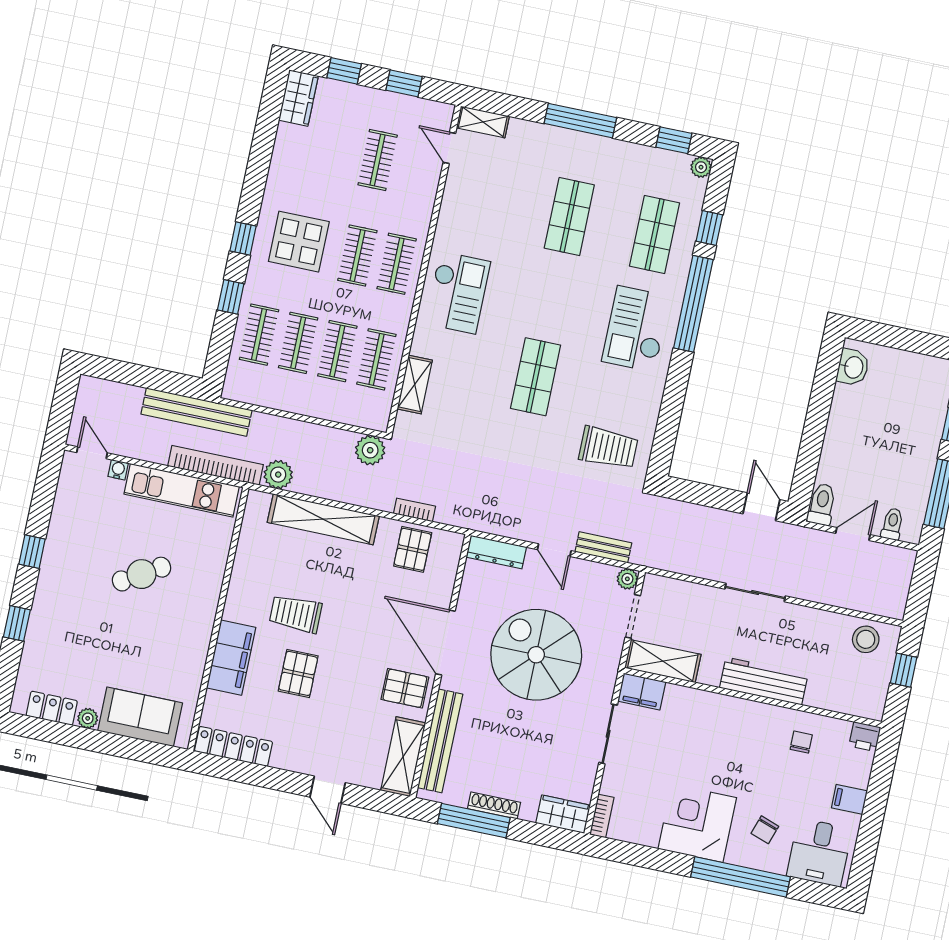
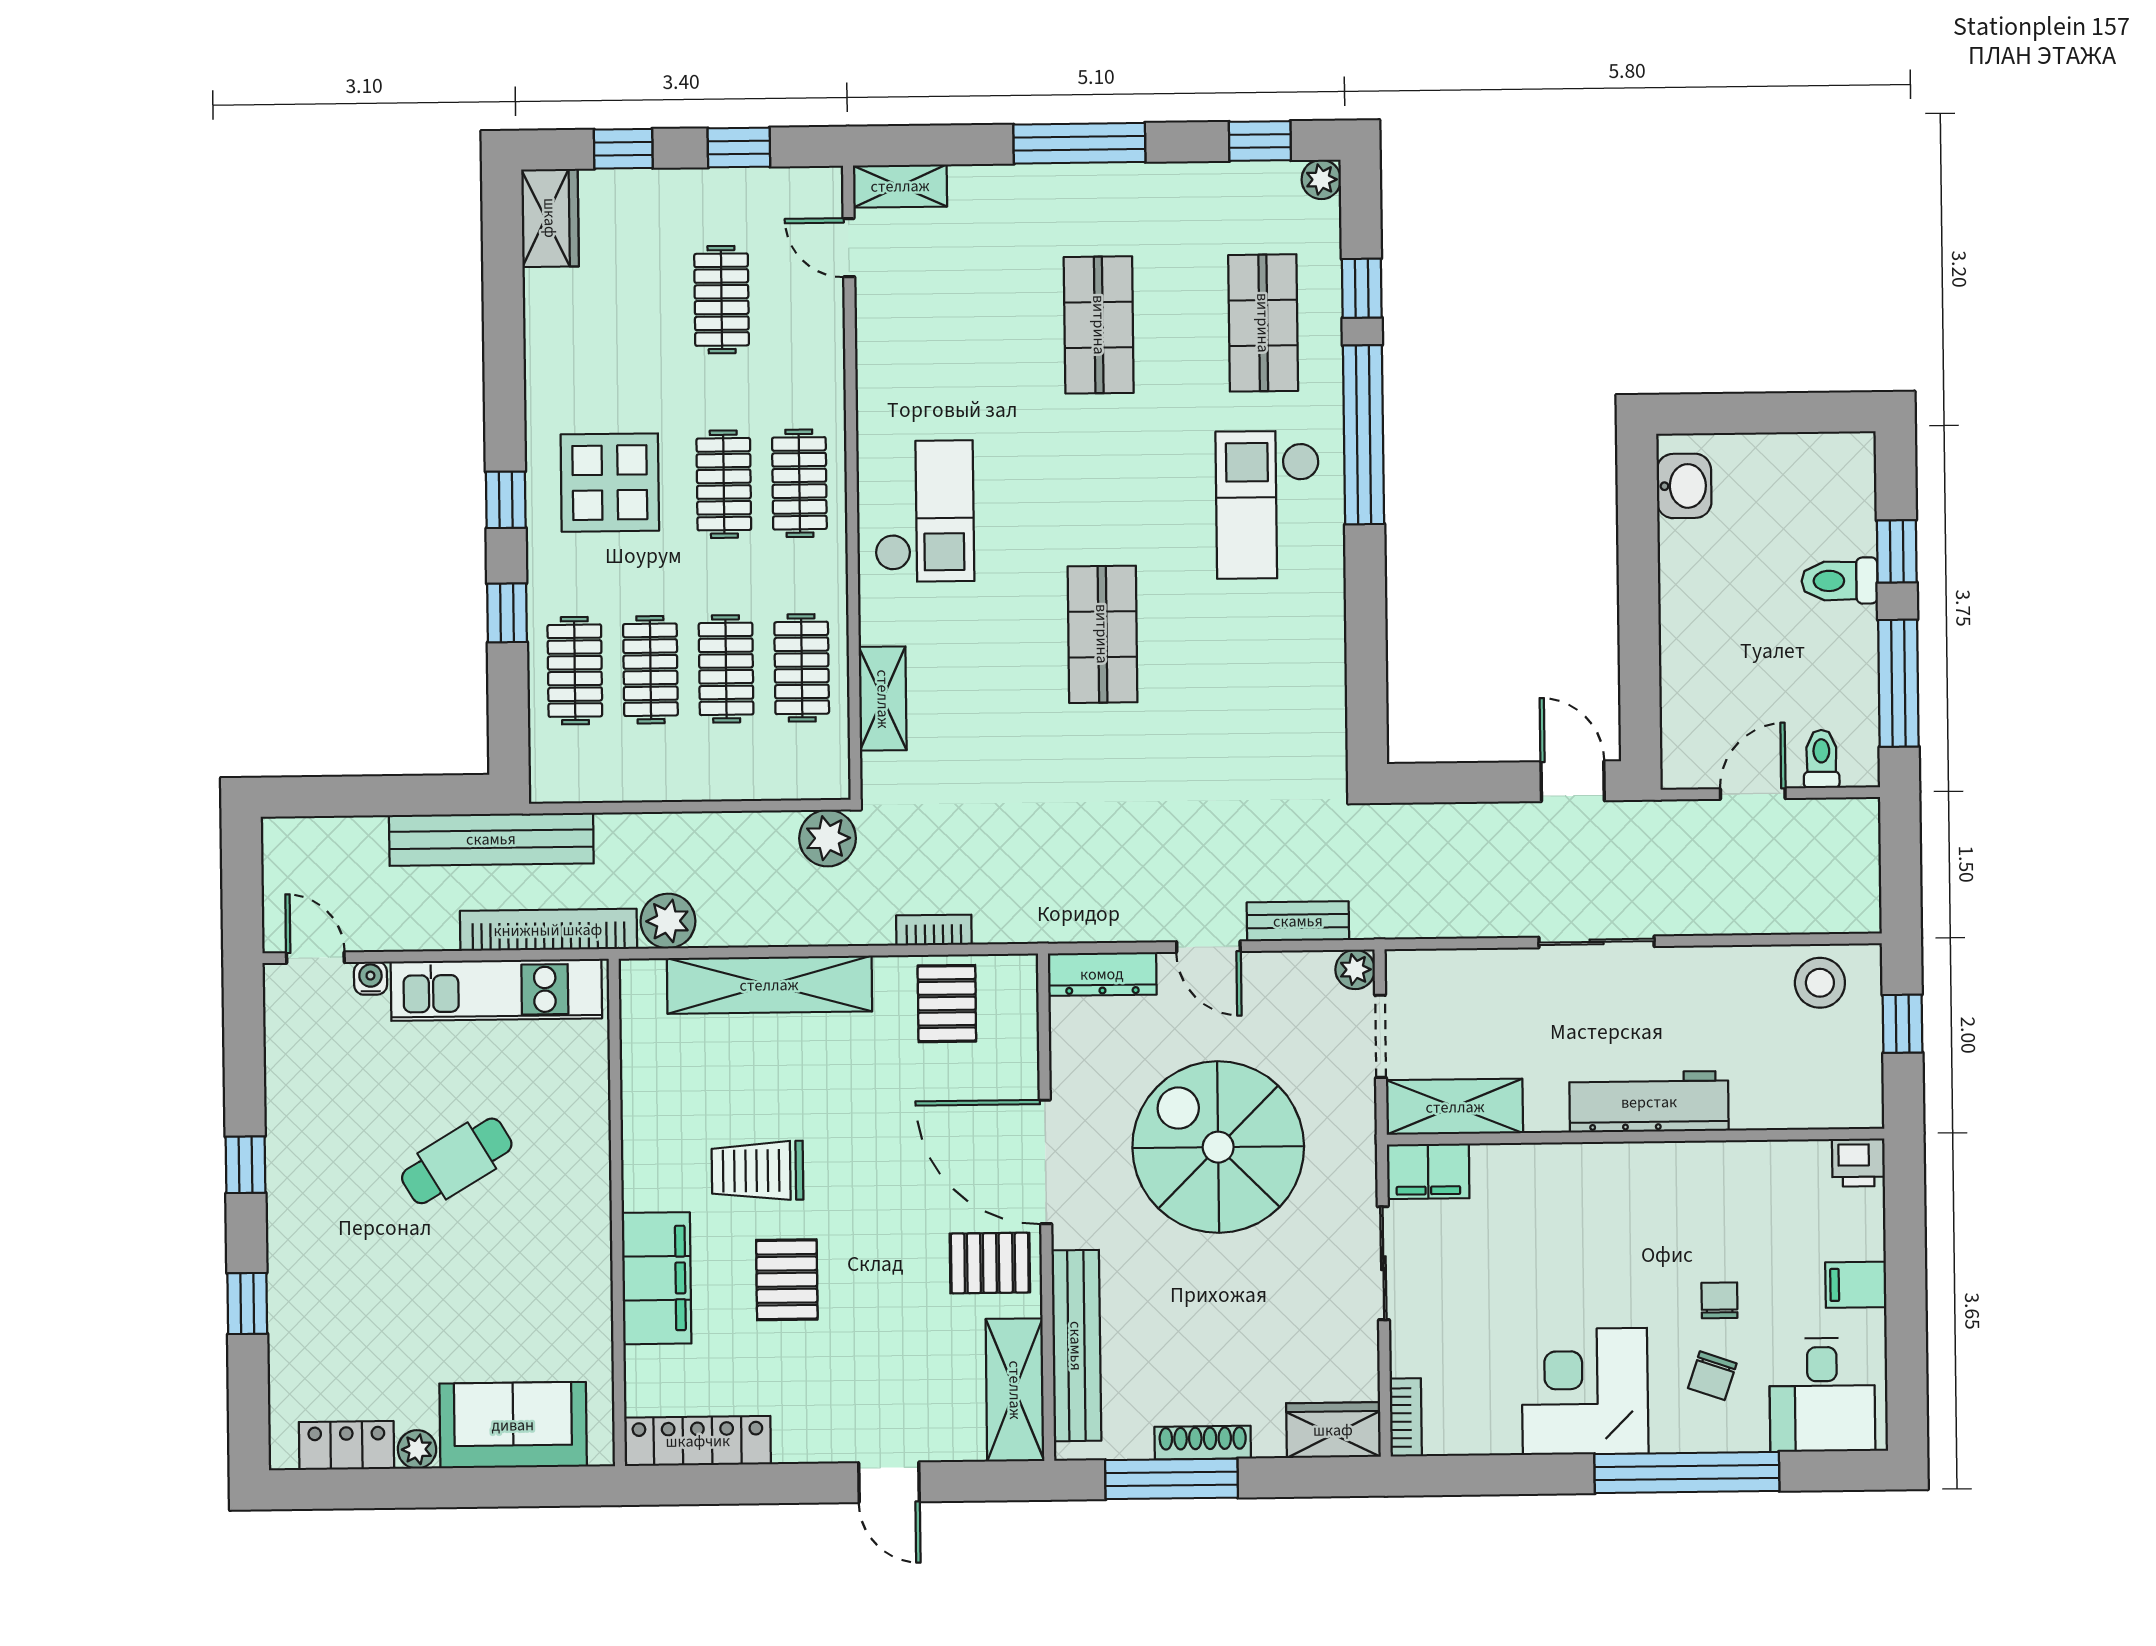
trolley: (608, 448) -> (1266, 735), removed
toilet: (822, 504) -> (1840, 581), moved, turned -90
chair: (801, 742) -> (1719, 1300), moved

